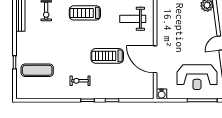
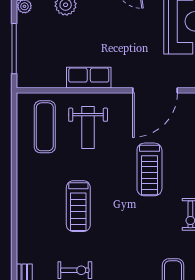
row of seats: (163, 19) -> (89, 78), added

